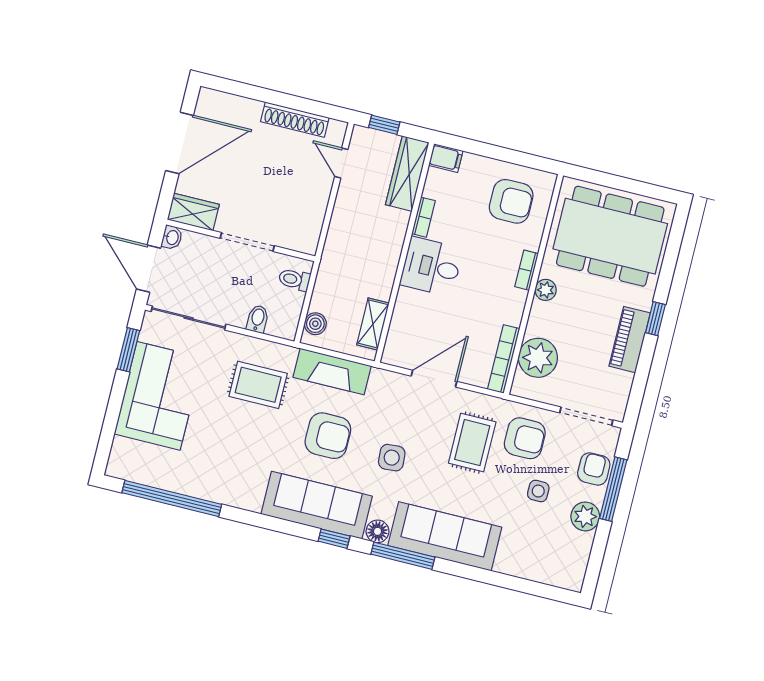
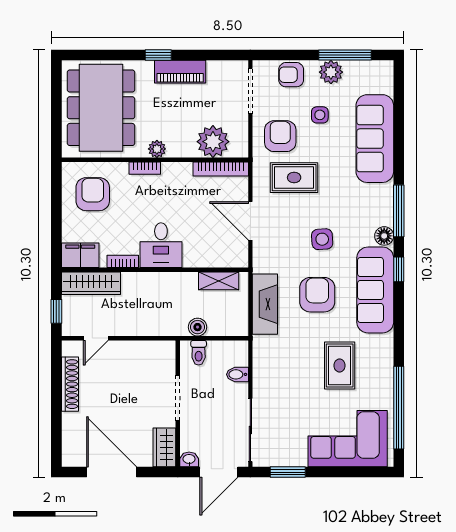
filing cabinet: (446, 158) -> (80, 255), width x2.00
boiler: (315, 324) -> (198, 327), moved
rug: (258, 385) -> (340, 366), moved
corner sofa: (159, 396) -> (348, 439), moved
window: (613, 489) -> (345, 55), moved
sofa: (445, 536) -> (375, 139), moved

